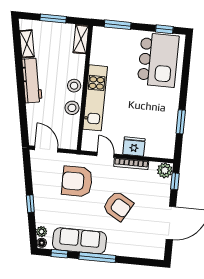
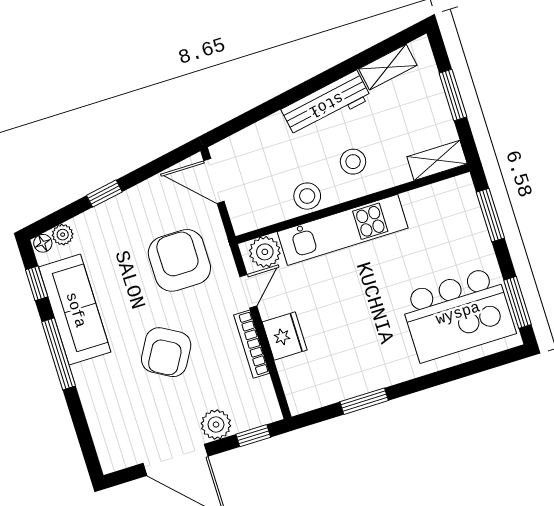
window: (164, 29) -> (518, 302), width x1.50
stool: (74, 86) -> (353, 162), moved
plant: (90, 139) -> (265, 252), added
door: (46, 149) -> (214, 181), swing flipped
plant: (165, 170) -> (216, 425), moved

